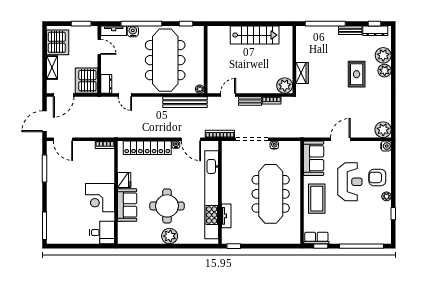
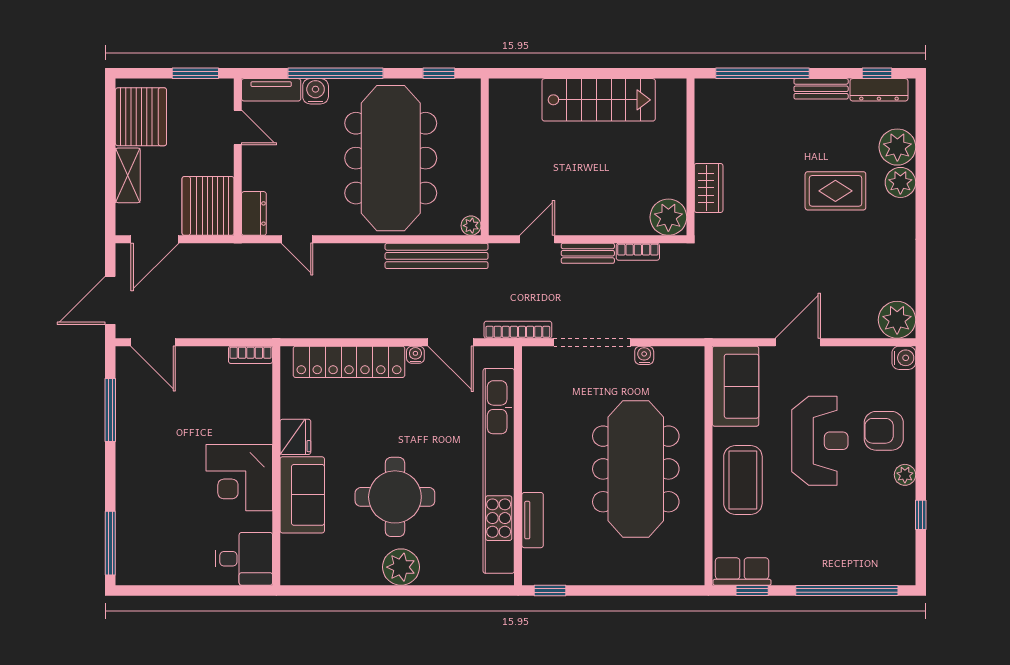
rug: (357, 74) -> (835, 191), turned 90

